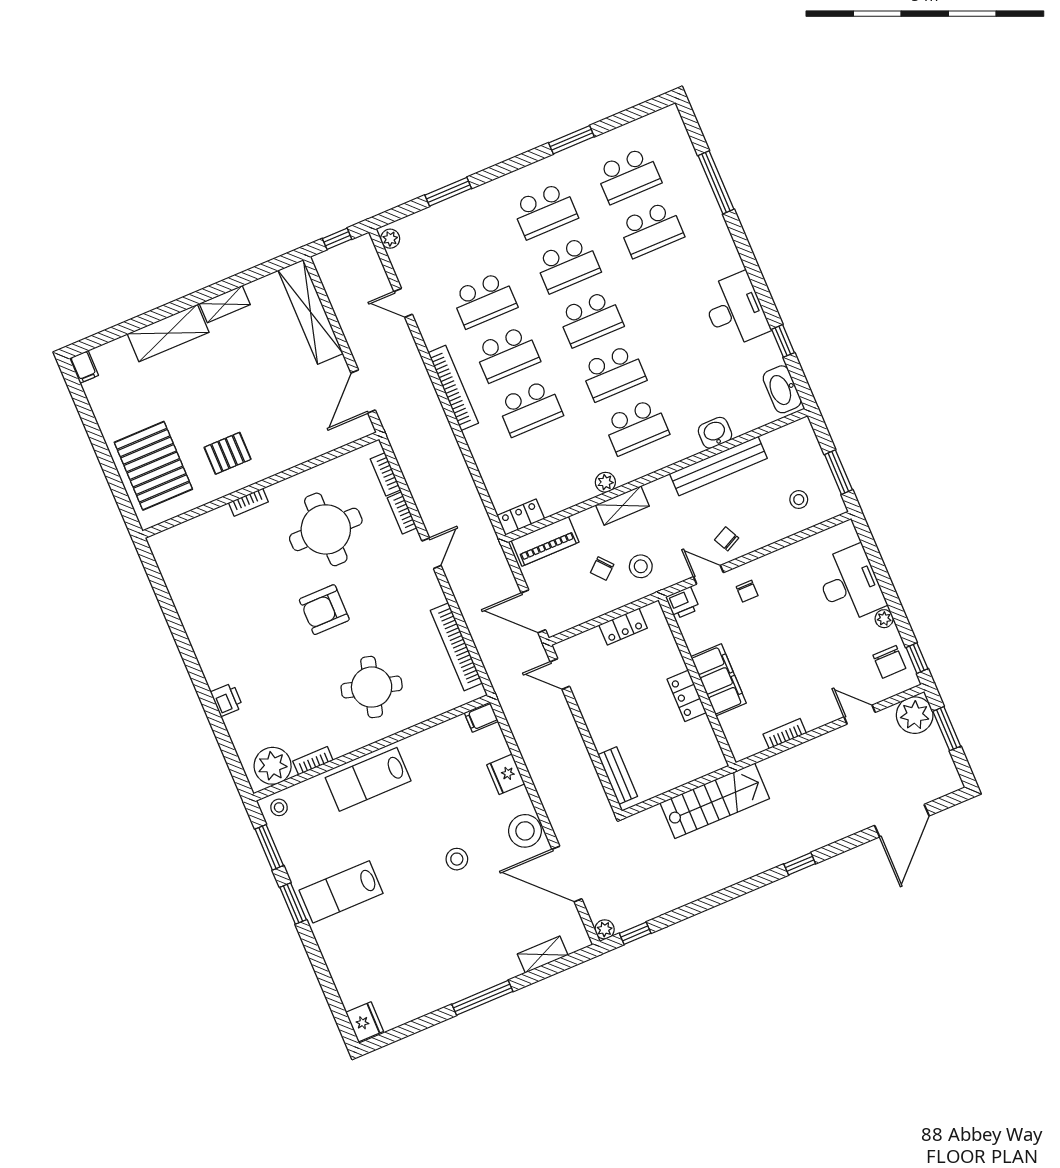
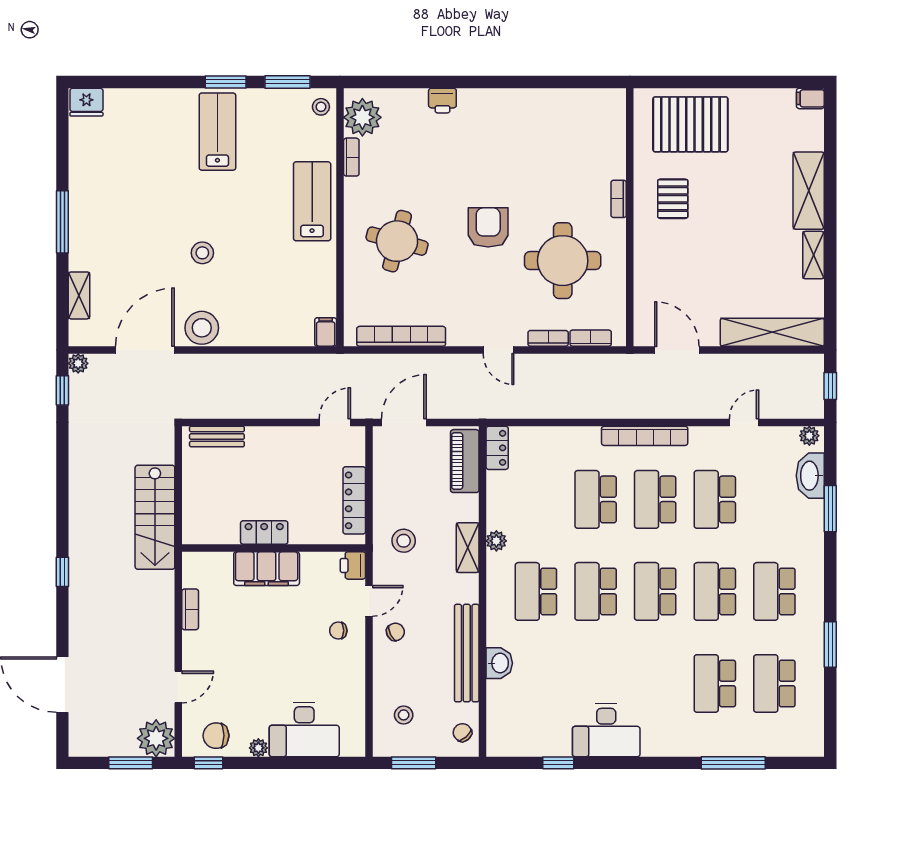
washbasin: (782, 389) -> (810, 476), moved, turned -90
chair: (602, 569) -> (462, 733), moved
locker: (623, 627) -> (354, 500), width x1.53
fridge: (506, 774) -> (262, 332), removed

